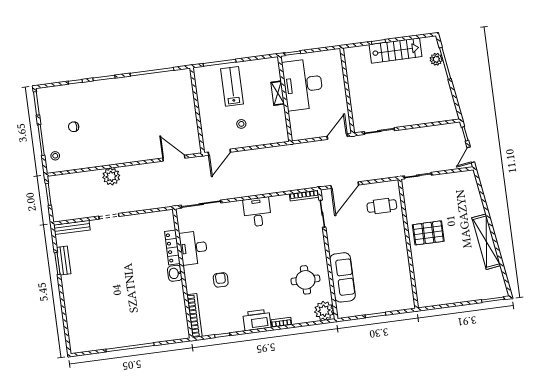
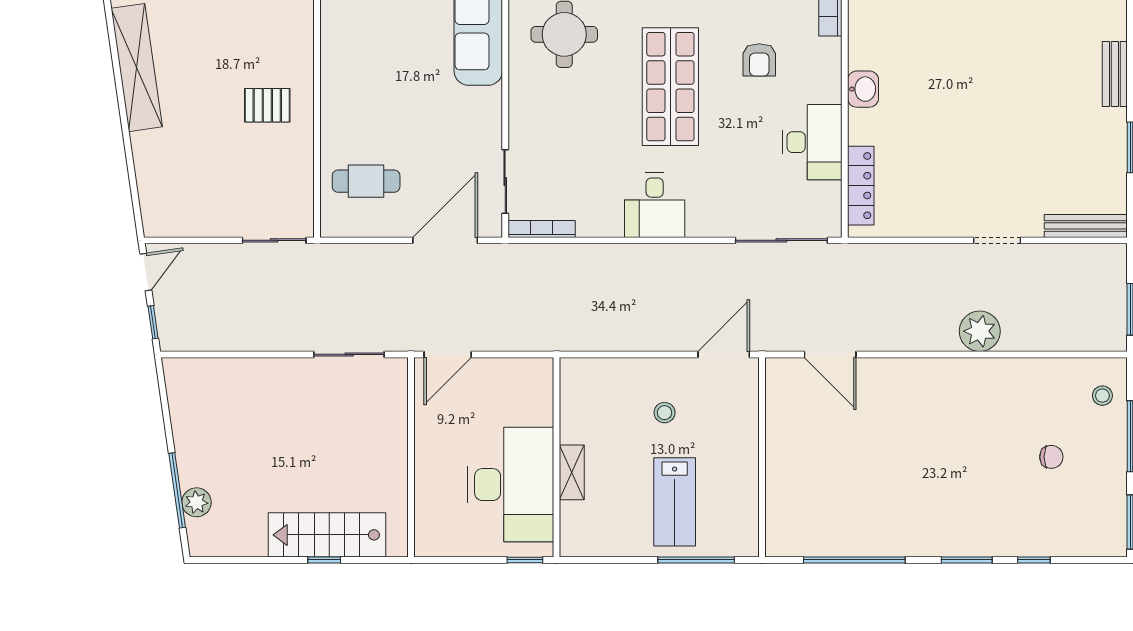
stairs: (395, 50) -> (327, 535), moved
pallet: (428, 233) -> (267, 105), width x0.67, depth x0.71
locker: (172, 248) -> (861, 186), moved
bench: (64, 261) -> (1115, 74), moved
shop shelf: (257, 264) -> (670, 87), added

